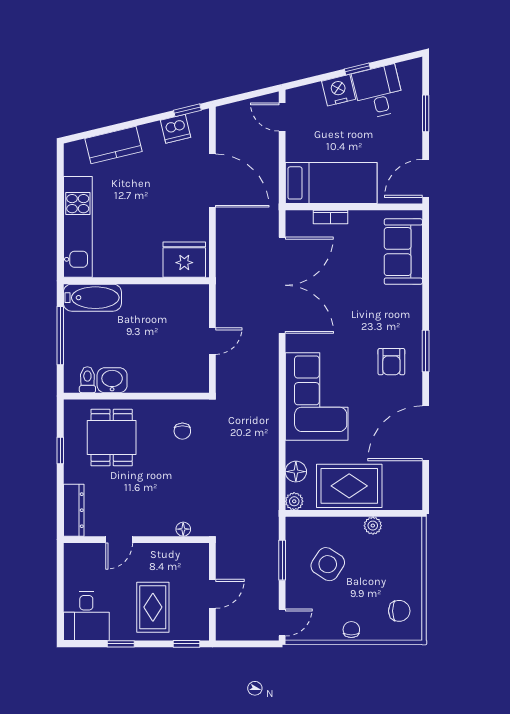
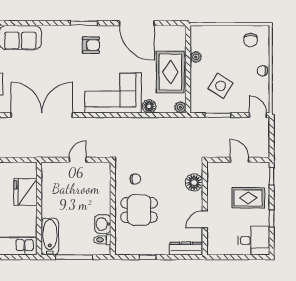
fridge: (184, 260) -> (26, 192), moved
door: (212, 341) -> (78, 160), hinge flipped
dining table: (112, 438) -> (139, 210), moved
floor lamp: (296, 472) -> (149, 106), moved
floor lamp: (183, 529) -> (194, 182), width x1.89, depth x1.89
door: (119, 540) -> (205, 219), swing flipped
chair: (399, 611) -> (250, 40), turned 180

